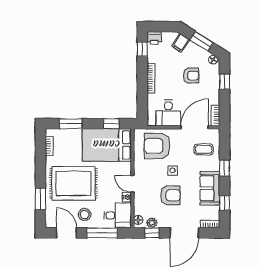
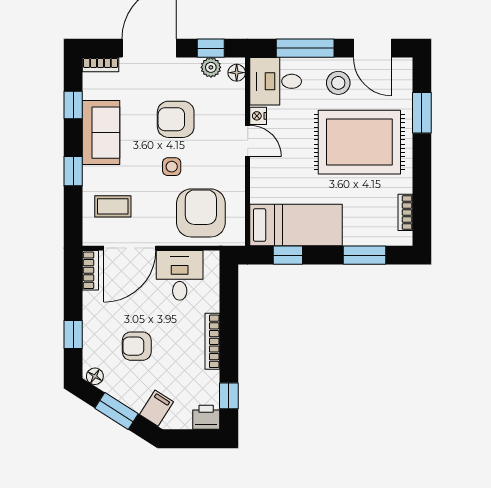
bed: (107, 145) -> (296, 225), width x0.67
armchair: (157, 146) -> (201, 213), turned -90

